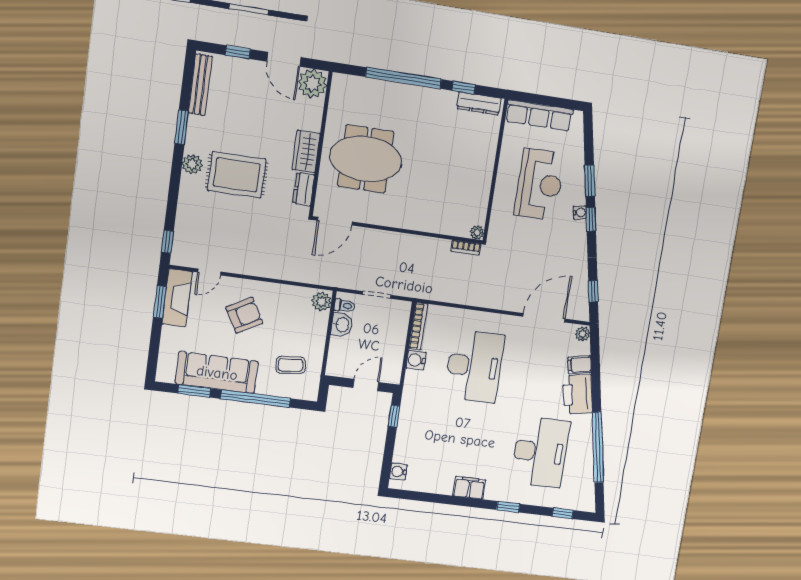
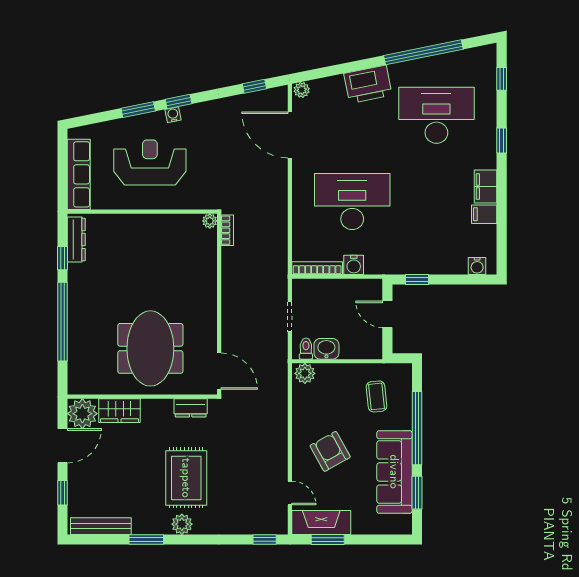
wardrobe: (306, 152) -> (119, 411), moved
filing cabinet: (580, 365) -> (484, 214), moved, turned 101

